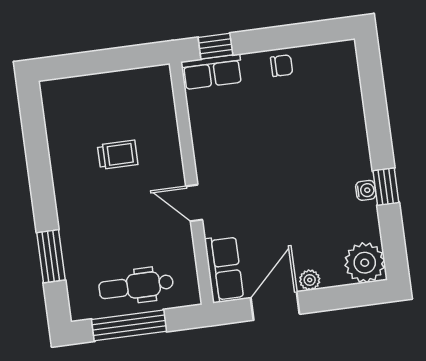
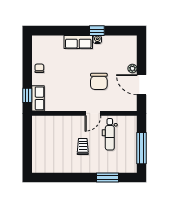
trolley: (118, 155) -> (83, 146), moved
chair: (270, 207) -> (99, 81), added
plant: (365, 263) -> (128, 44), removed
row of seats: (224, 269) -> (78, 42), moved, turned 180
dental chair: (136, 286) -> (110, 134), moved

